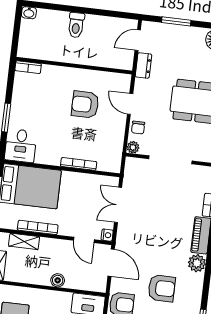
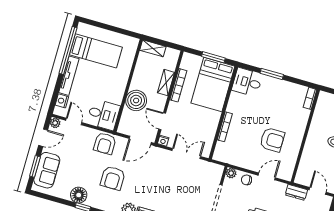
armchair: (85, 105) -> (272, 140), turned 90
door: (84, 240) -> (162, 121), hinge flipped
shelving: (24, 241) -> (166, 83), moved
boiler: (58, 280) -> (136, 100), width x1.86, depth x1.86

